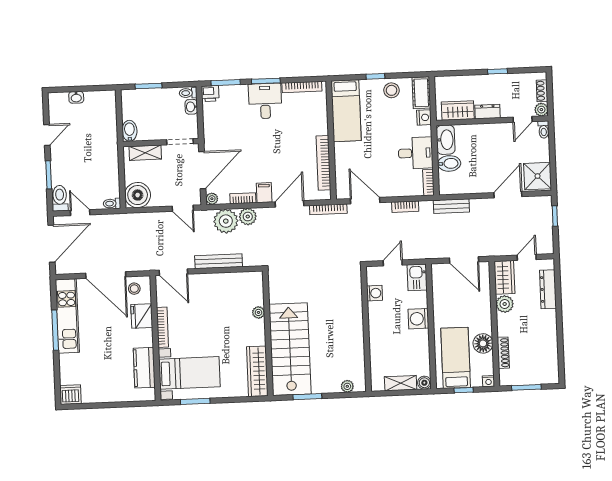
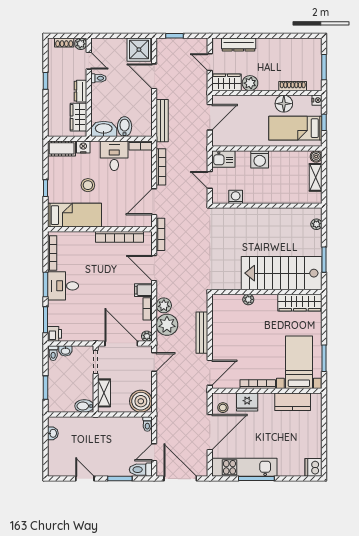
stool: (392, 90) -> (88, 185), moved
washbasin: (76, 97) -> (53, 433), moved
toilet: (544, 130) -> (98, 78), moved
bench: (451, 206) -> (162, 121), width x1.36
bookcase: (405, 207) -> (161, 167), width x1.56

